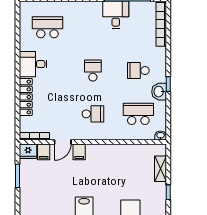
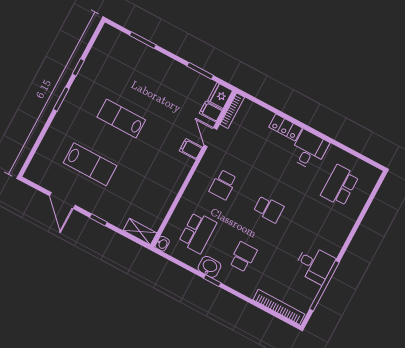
school desk: (47, 27) -> (340, 186), turned 180
locker: (26, 97) -> (285, 127), width x0.66
shelving: (160, 169) -> (140, 232), moved

